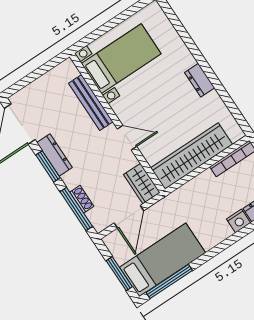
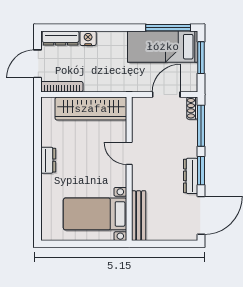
bench: (91, 103) -> (139, 216), moved
wardrobe: (142, 184) -> (141, 113), removed
shoe rack: (82, 199) -> (192, 108), moved

